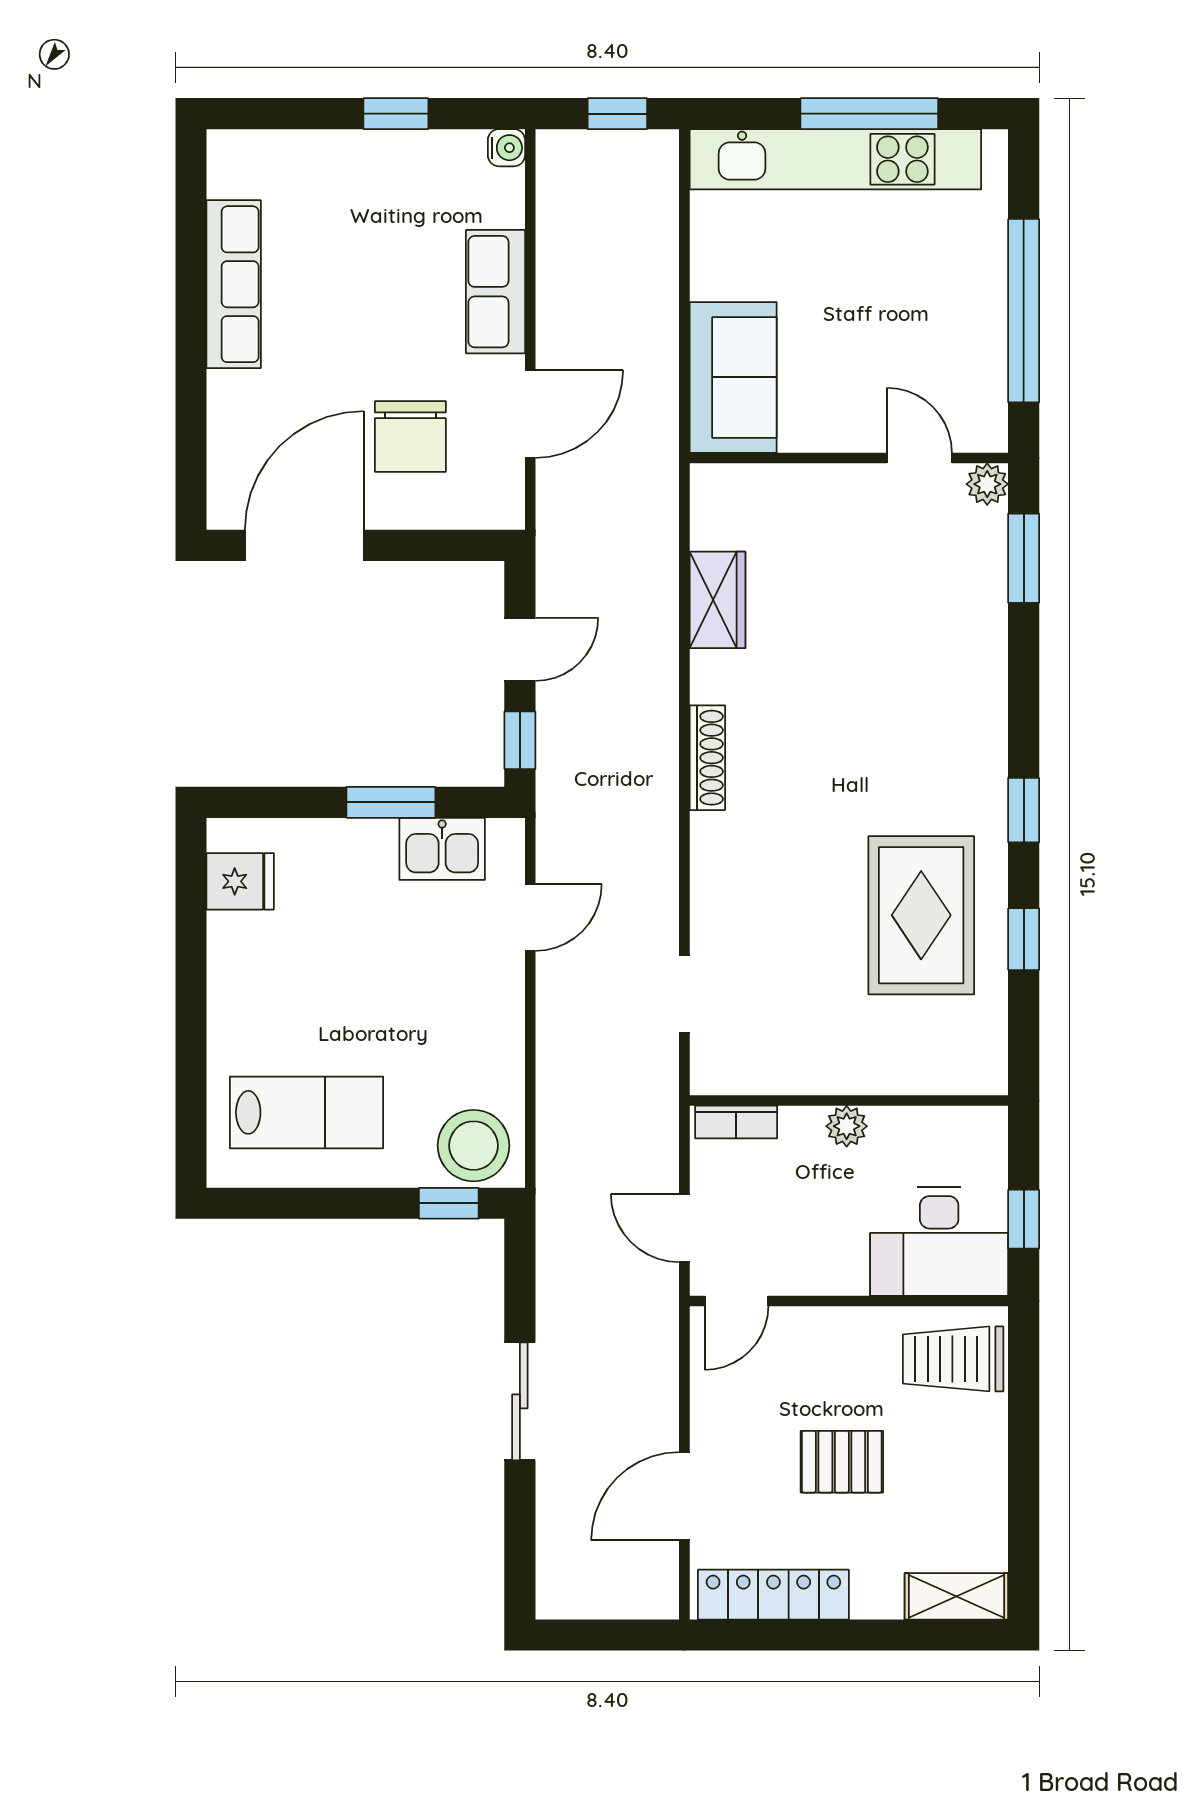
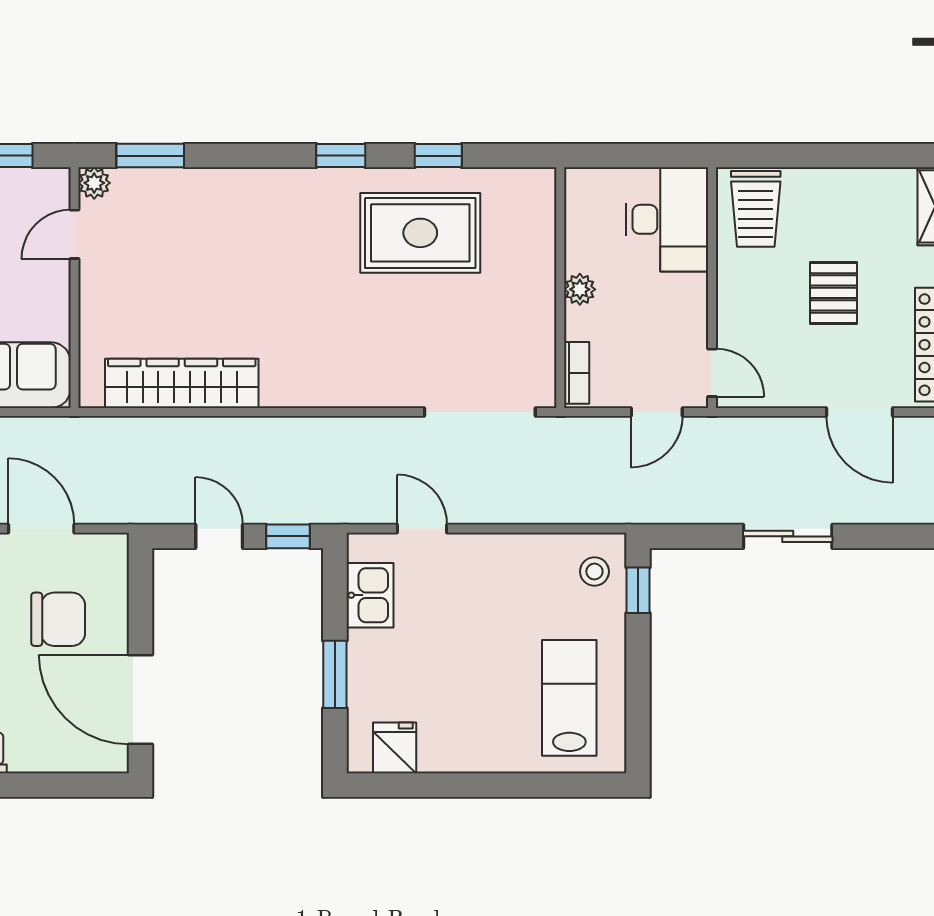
wardrobe: (718, 600) -> (182, 383), width x2.10, depth x1.17
shoe rack: (707, 758) -> (301, 395), removed
window: (391, 802) -> (335, 674), moved
doorway: (684, 994) -> (480, 412), width x1.88
stool: (473, 1146) -> (594, 571), width x0.53, depth x0.53
window: (1024, 1219) -> (650, 156), removed

